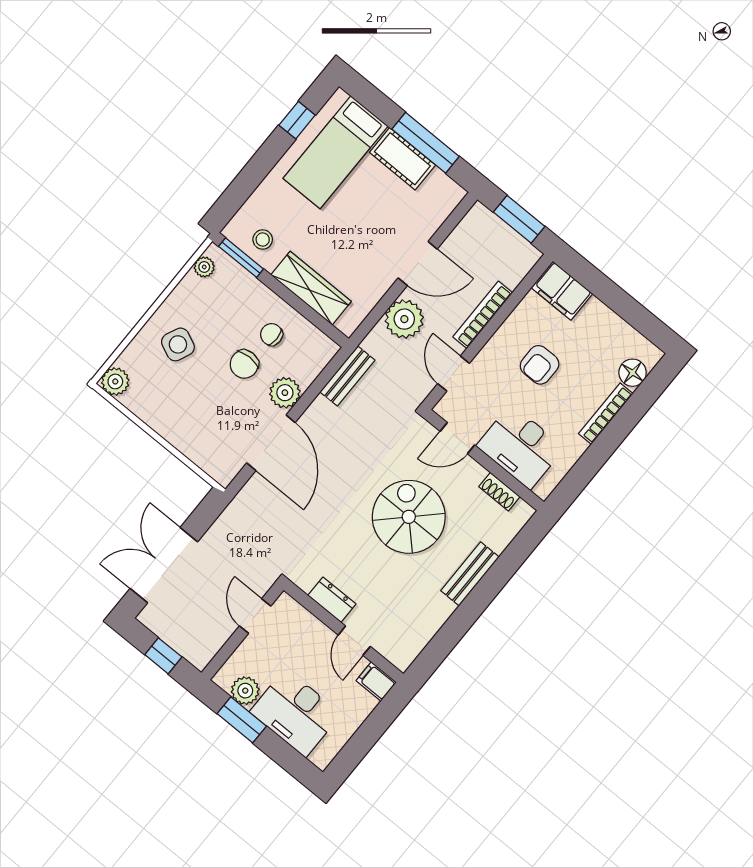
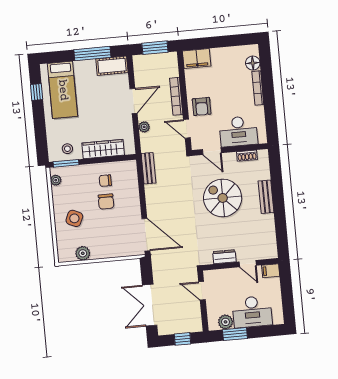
cot: (402, 159) -> (112, 66), moved
plant: (404, 319) -> (144, 127), width x0.53, depth x0.53
armchair: (540, 365) -> (202, 106), moved
plant: (115, 381) -> (83, 253), moved
plant: (285, 393) -> (132, 197), removed
door: (457, 438) -> (212, 151), hinge flipped
door: (271, 443) -> (146, 235), moved

